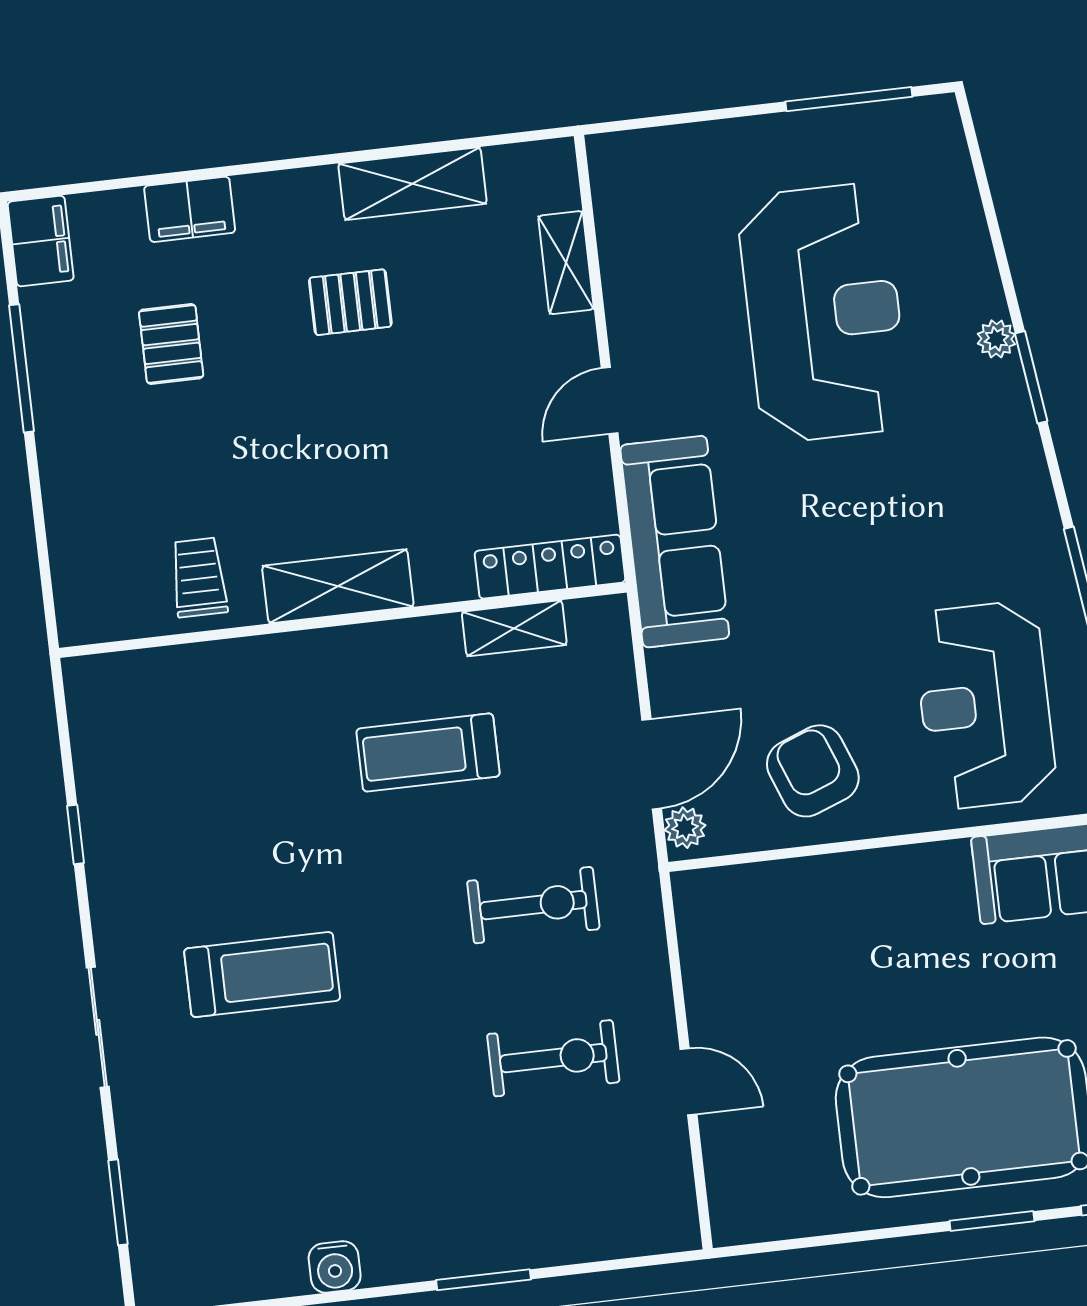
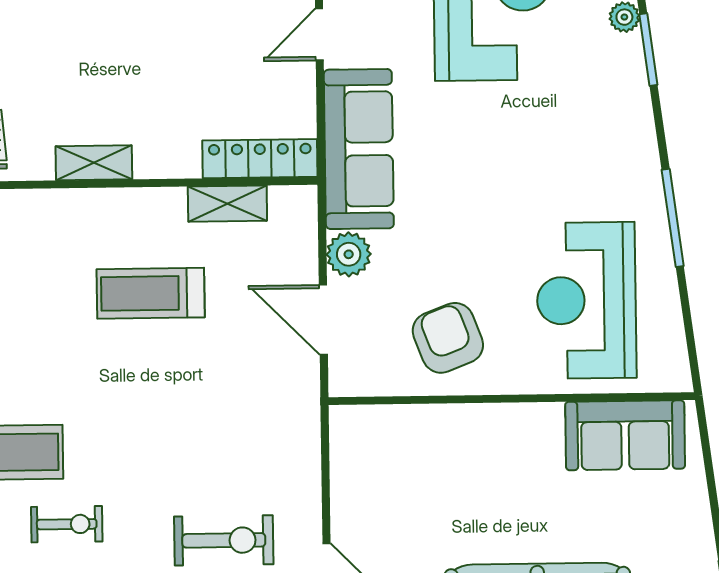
shelving: (338, 586) -> (94, 163), width x0.67, depth x0.75
door: (652, 764) -> (323, 320), swing flipped
plant: (685, 828) -> (349, 254), moved, width x1.38, depth x1.38
exercise bike: (533, 905) -> (67, 524), moved, width x0.73, depth x0.72

